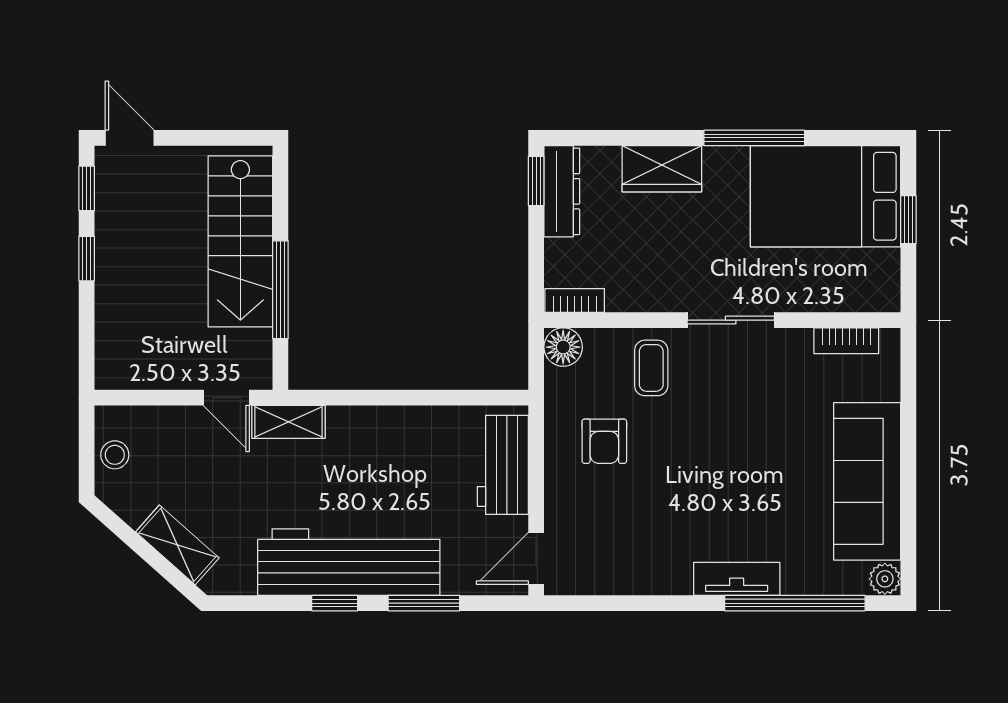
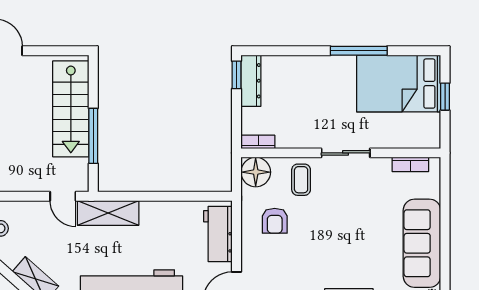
wardrobe: (662, 169) -> (307, 68), removed
floor lamp: (563, 347) -> (256, 172), width x1.38, depth x1.38
shelving: (289, 422) -> (108, 213), width x1.50, depth x1.33

